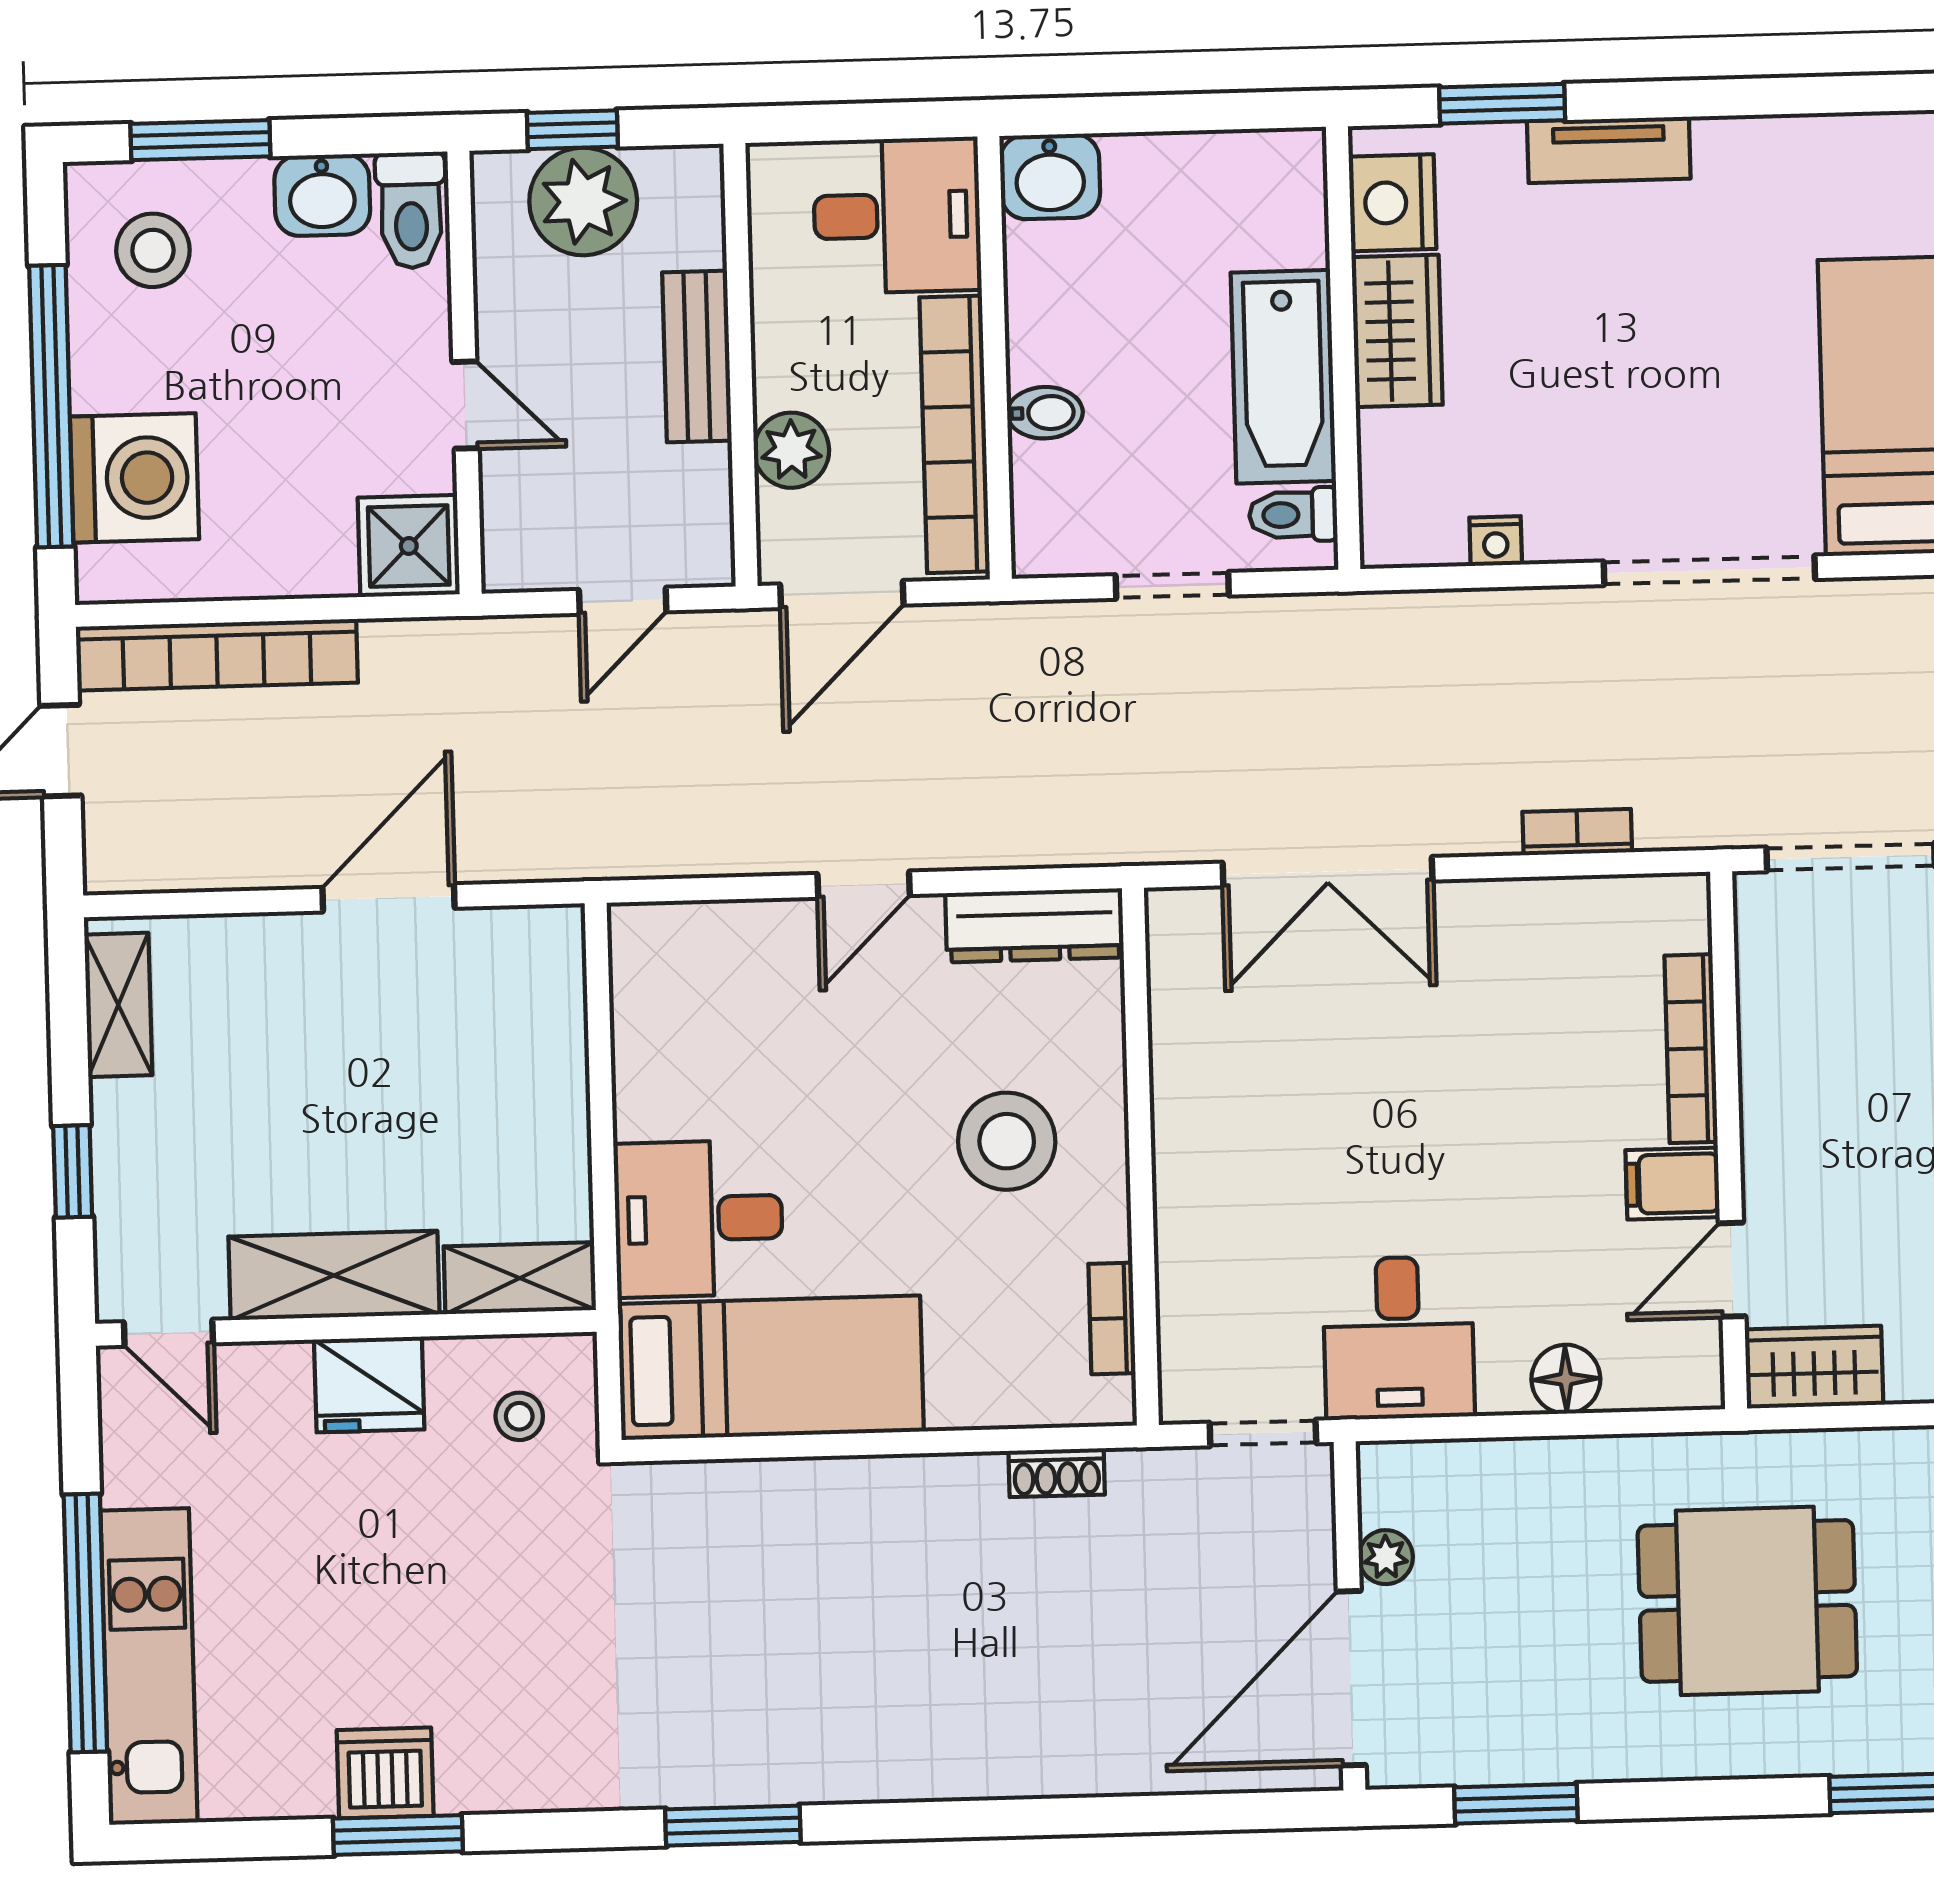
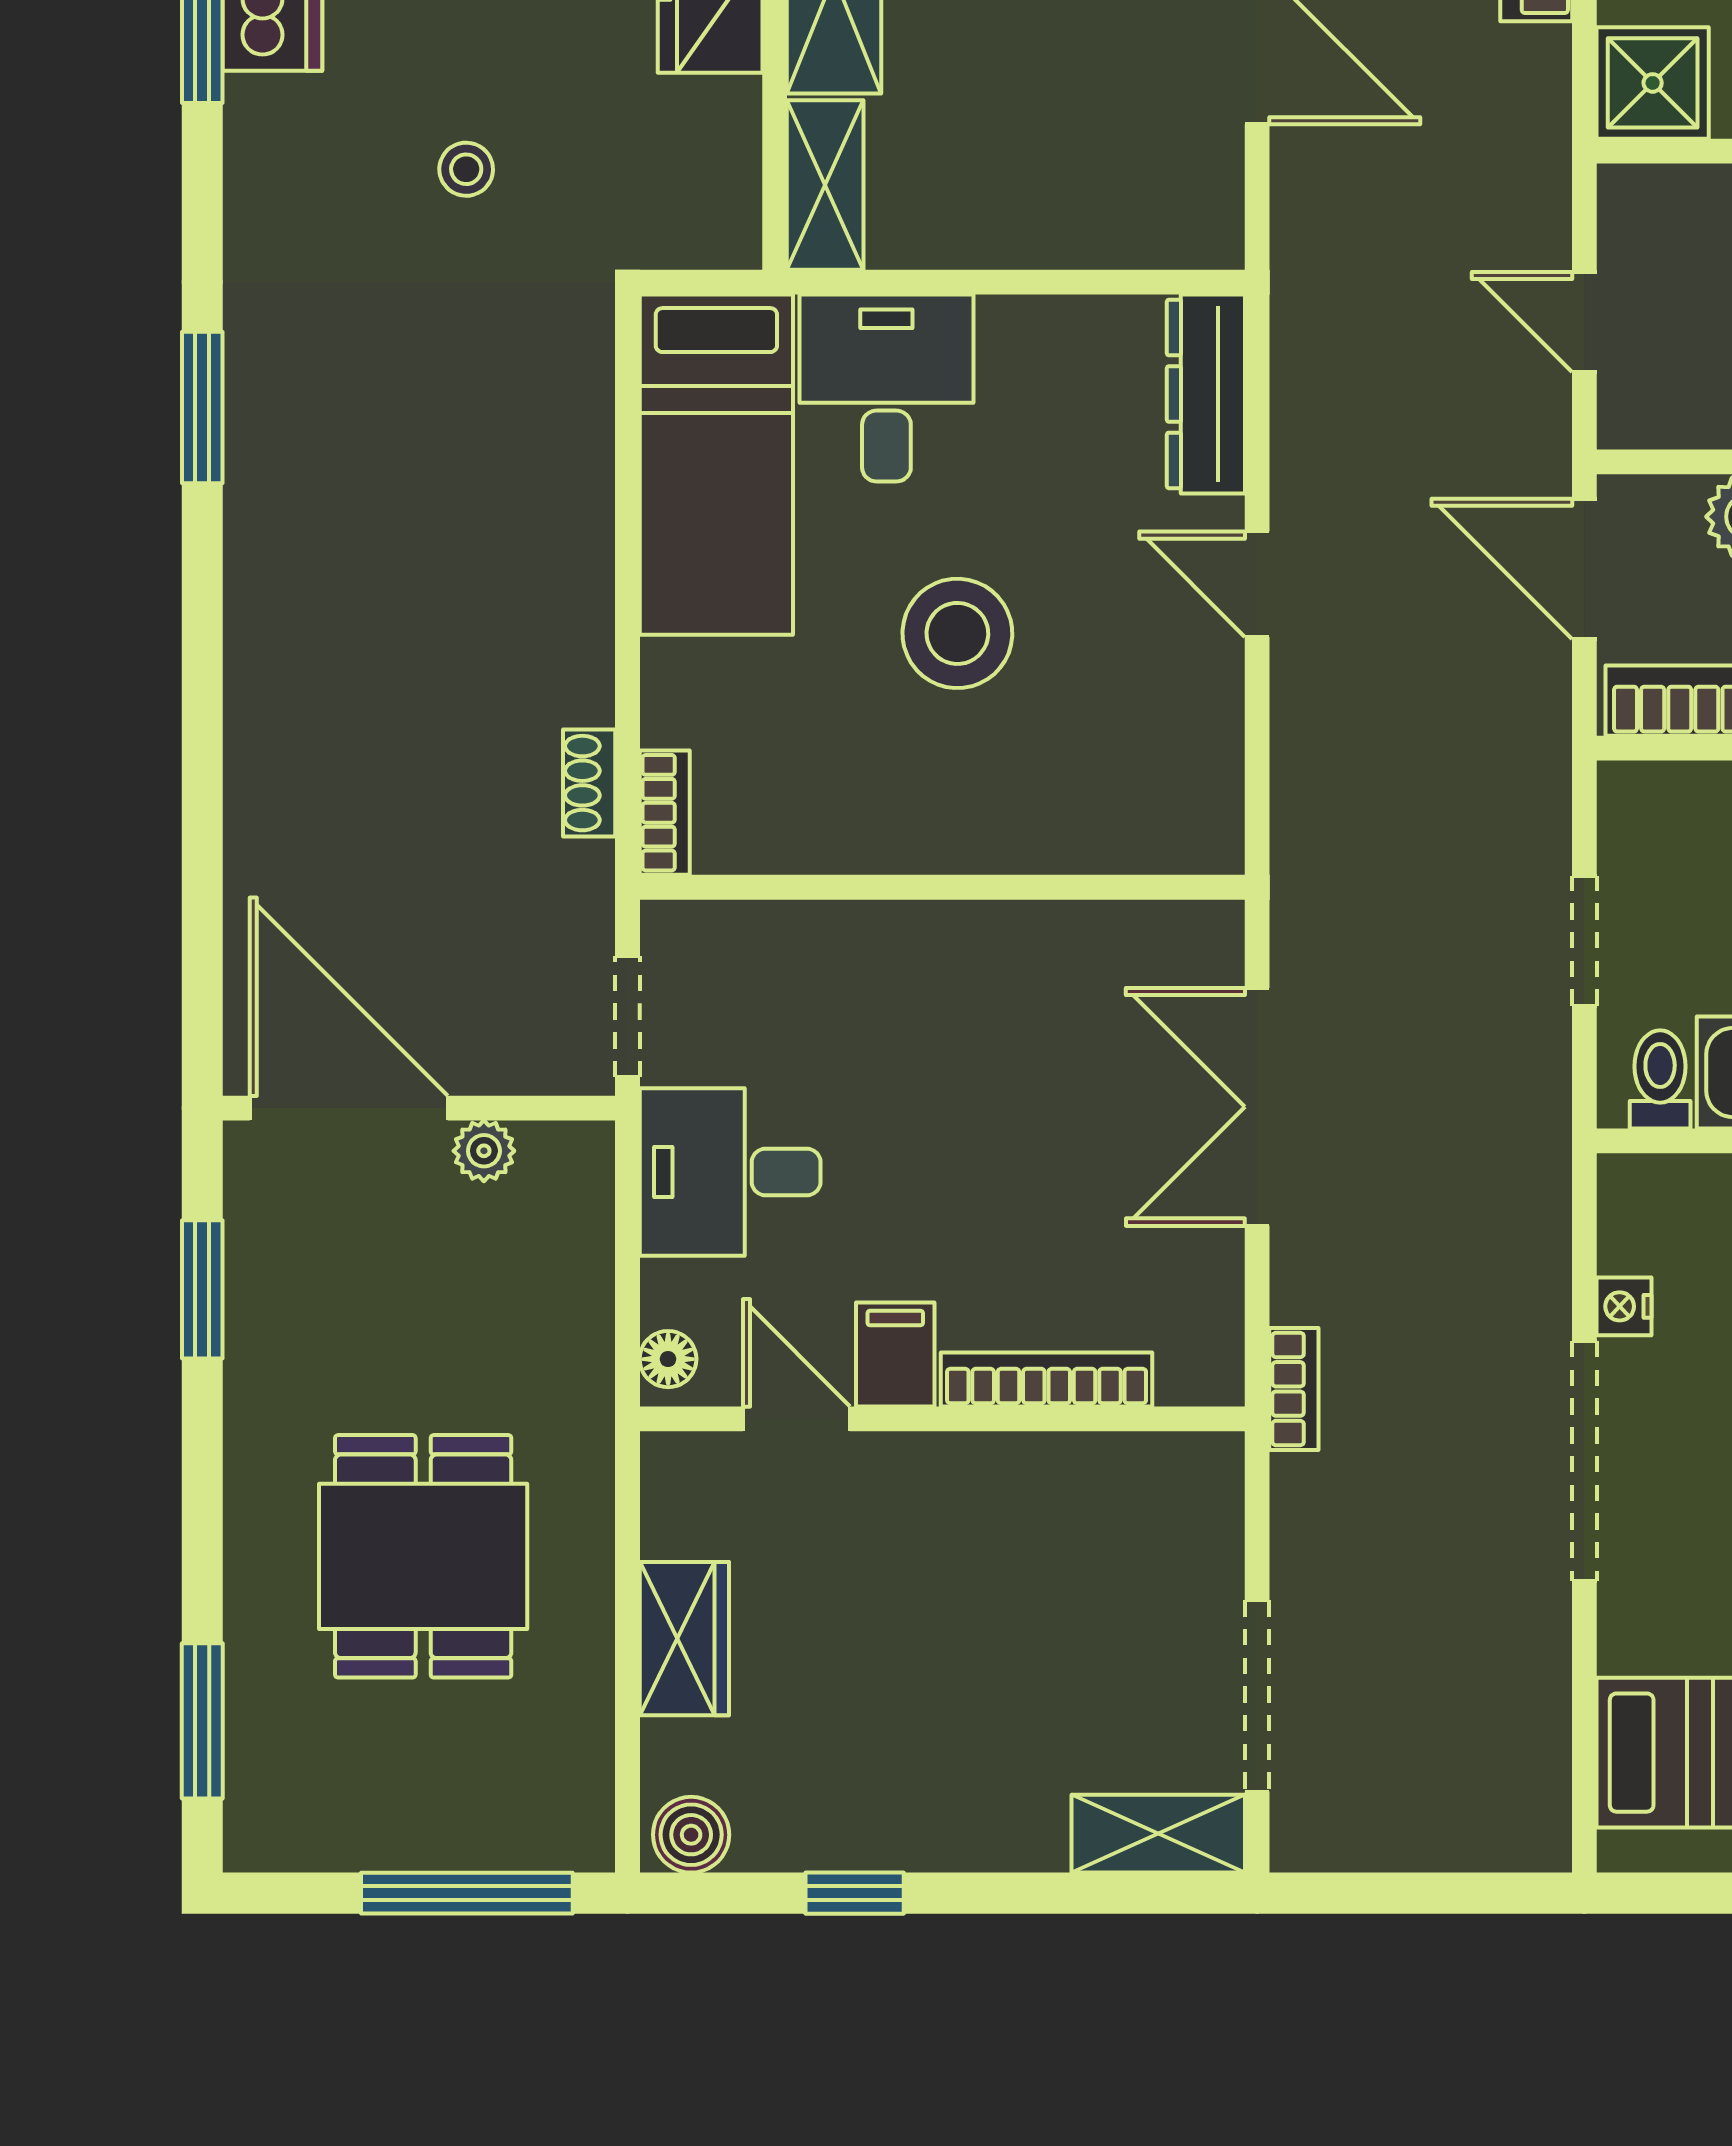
doorway: (1709, 570) -> (1584, 1461), moved
dresser: (1035, 925) -> (1206, 394), moved
bookcase: (1691, 1049) -> (1047, 1380), moved
wall: (1729, 1140) -> (942, 1419), moved
stool: (1007, 1141) -> (957, 633), moved
filing cabinet: (1673, 1184) -> (895, 1354), moved
door: (1732, 1270) -> (797, 1419), moved
bookcase: (1112, 1318) -> (665, 813), moved, turned 90
floor lamp: (1566, 1379) -> (668, 1359), width x0.73, depth x0.73
stool: (519, 1416) -> (466, 169), moved

